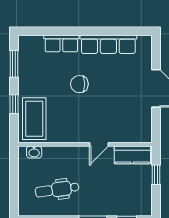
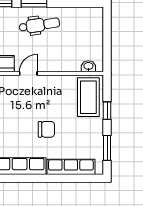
row of seats: (61, 44) -> (71, 167), width x1.48
dental chair: (57, 190) -> (39, 25), moved

